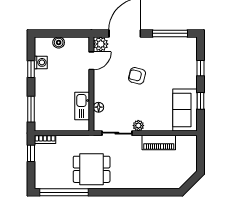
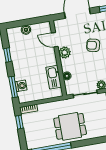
plant: (101, 44) -> (65, 53), moved
door: (91, 61) -> (55, 40), swing flipped
washing machine: (41, 62) -> (21, 86), moved

